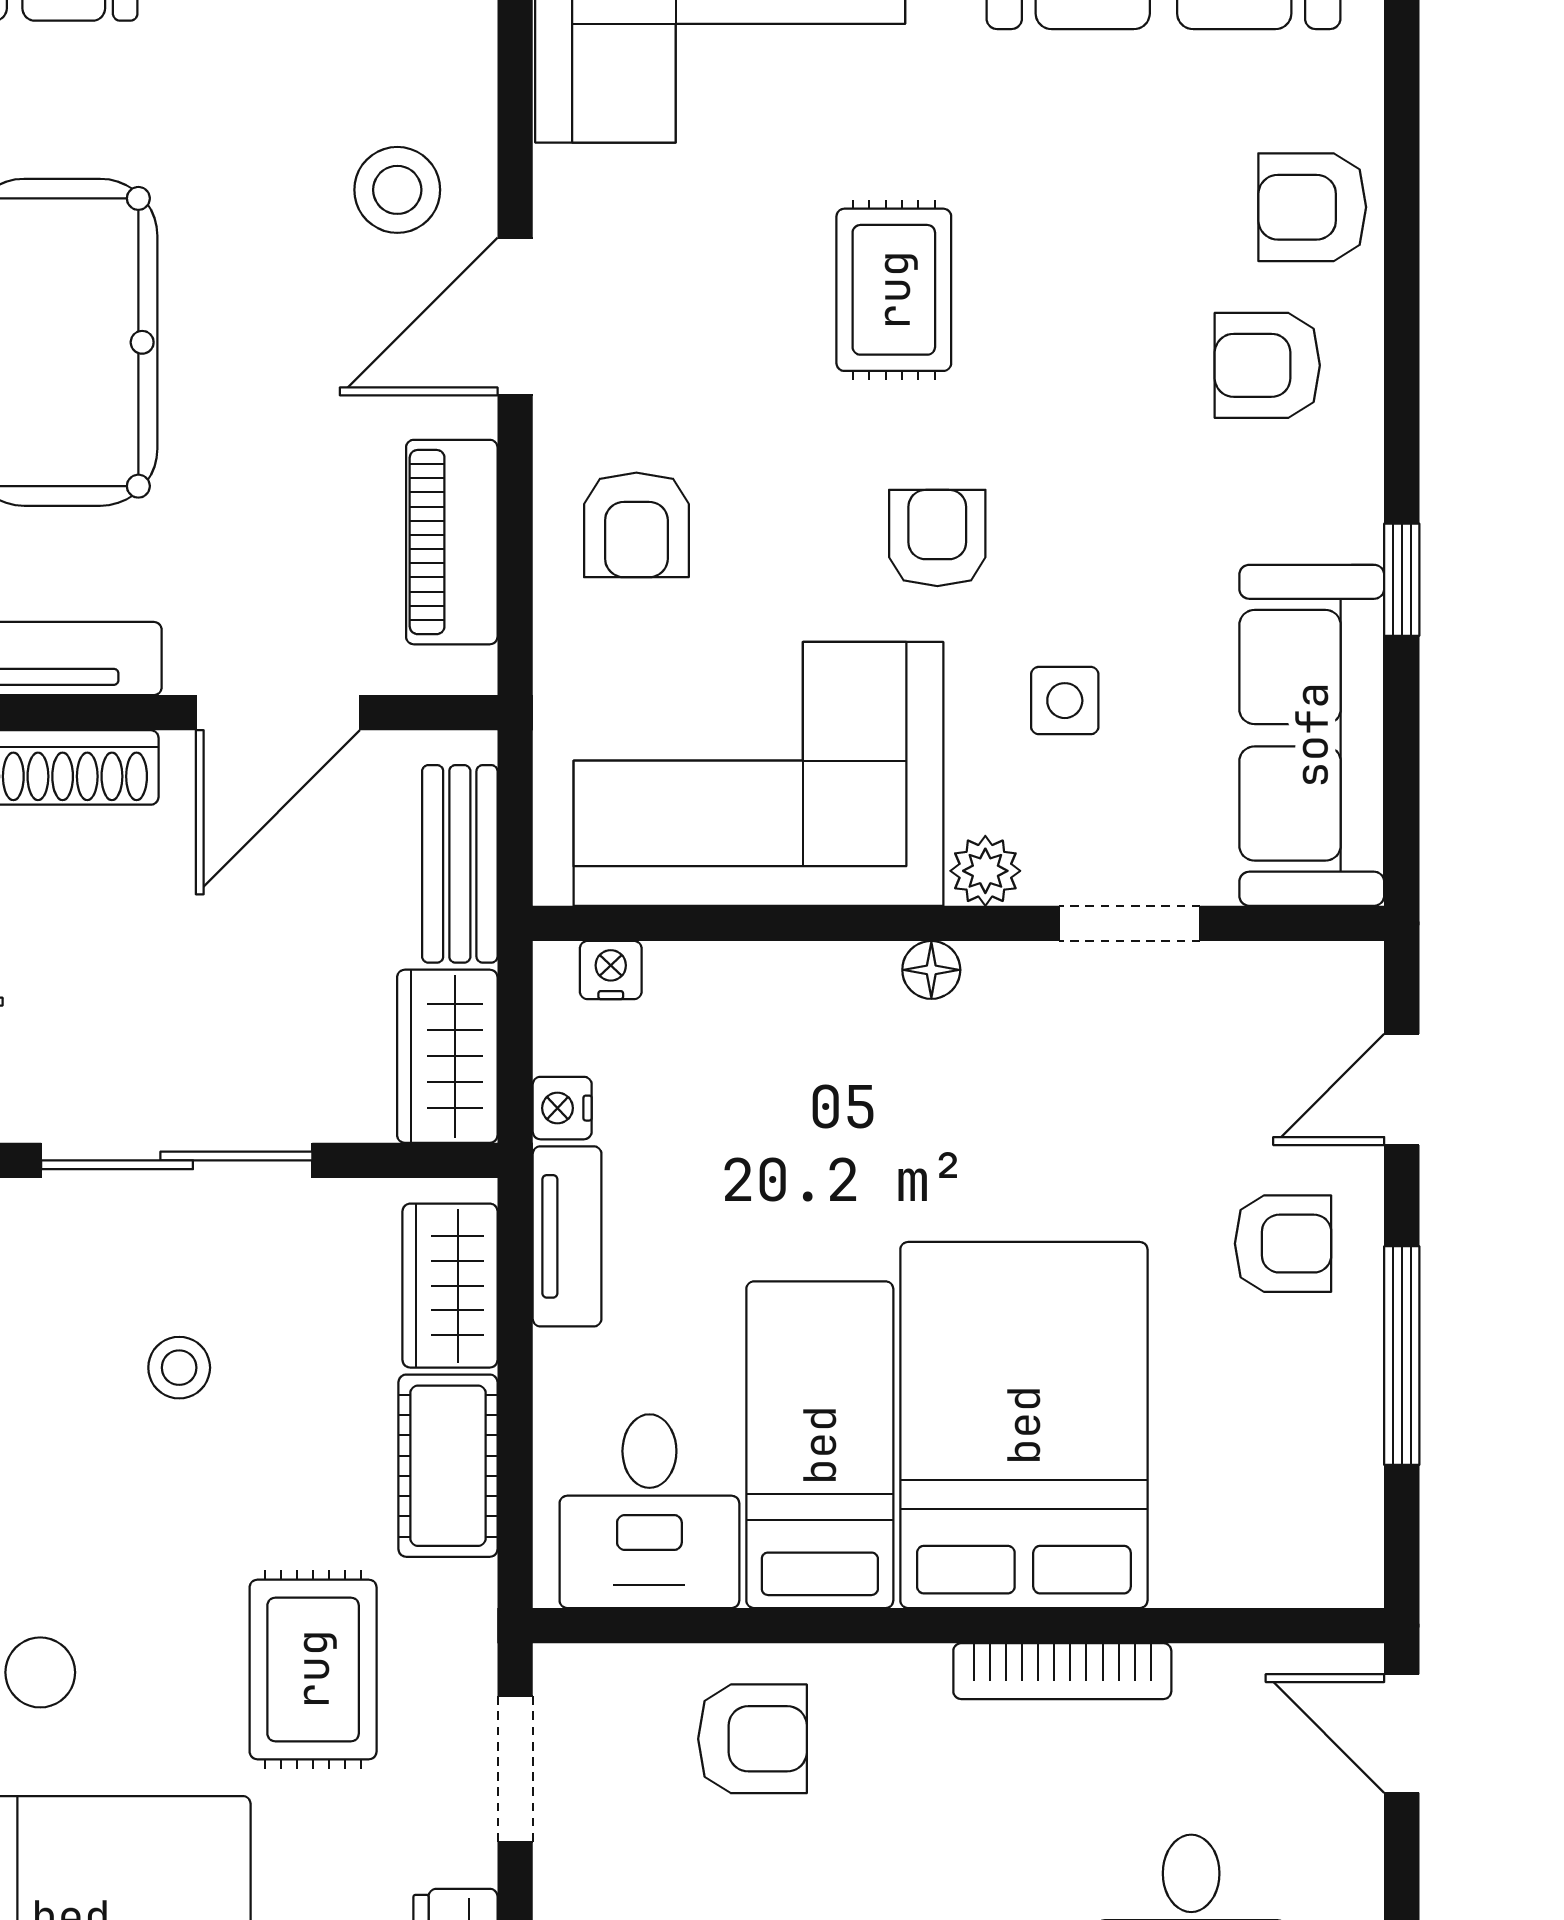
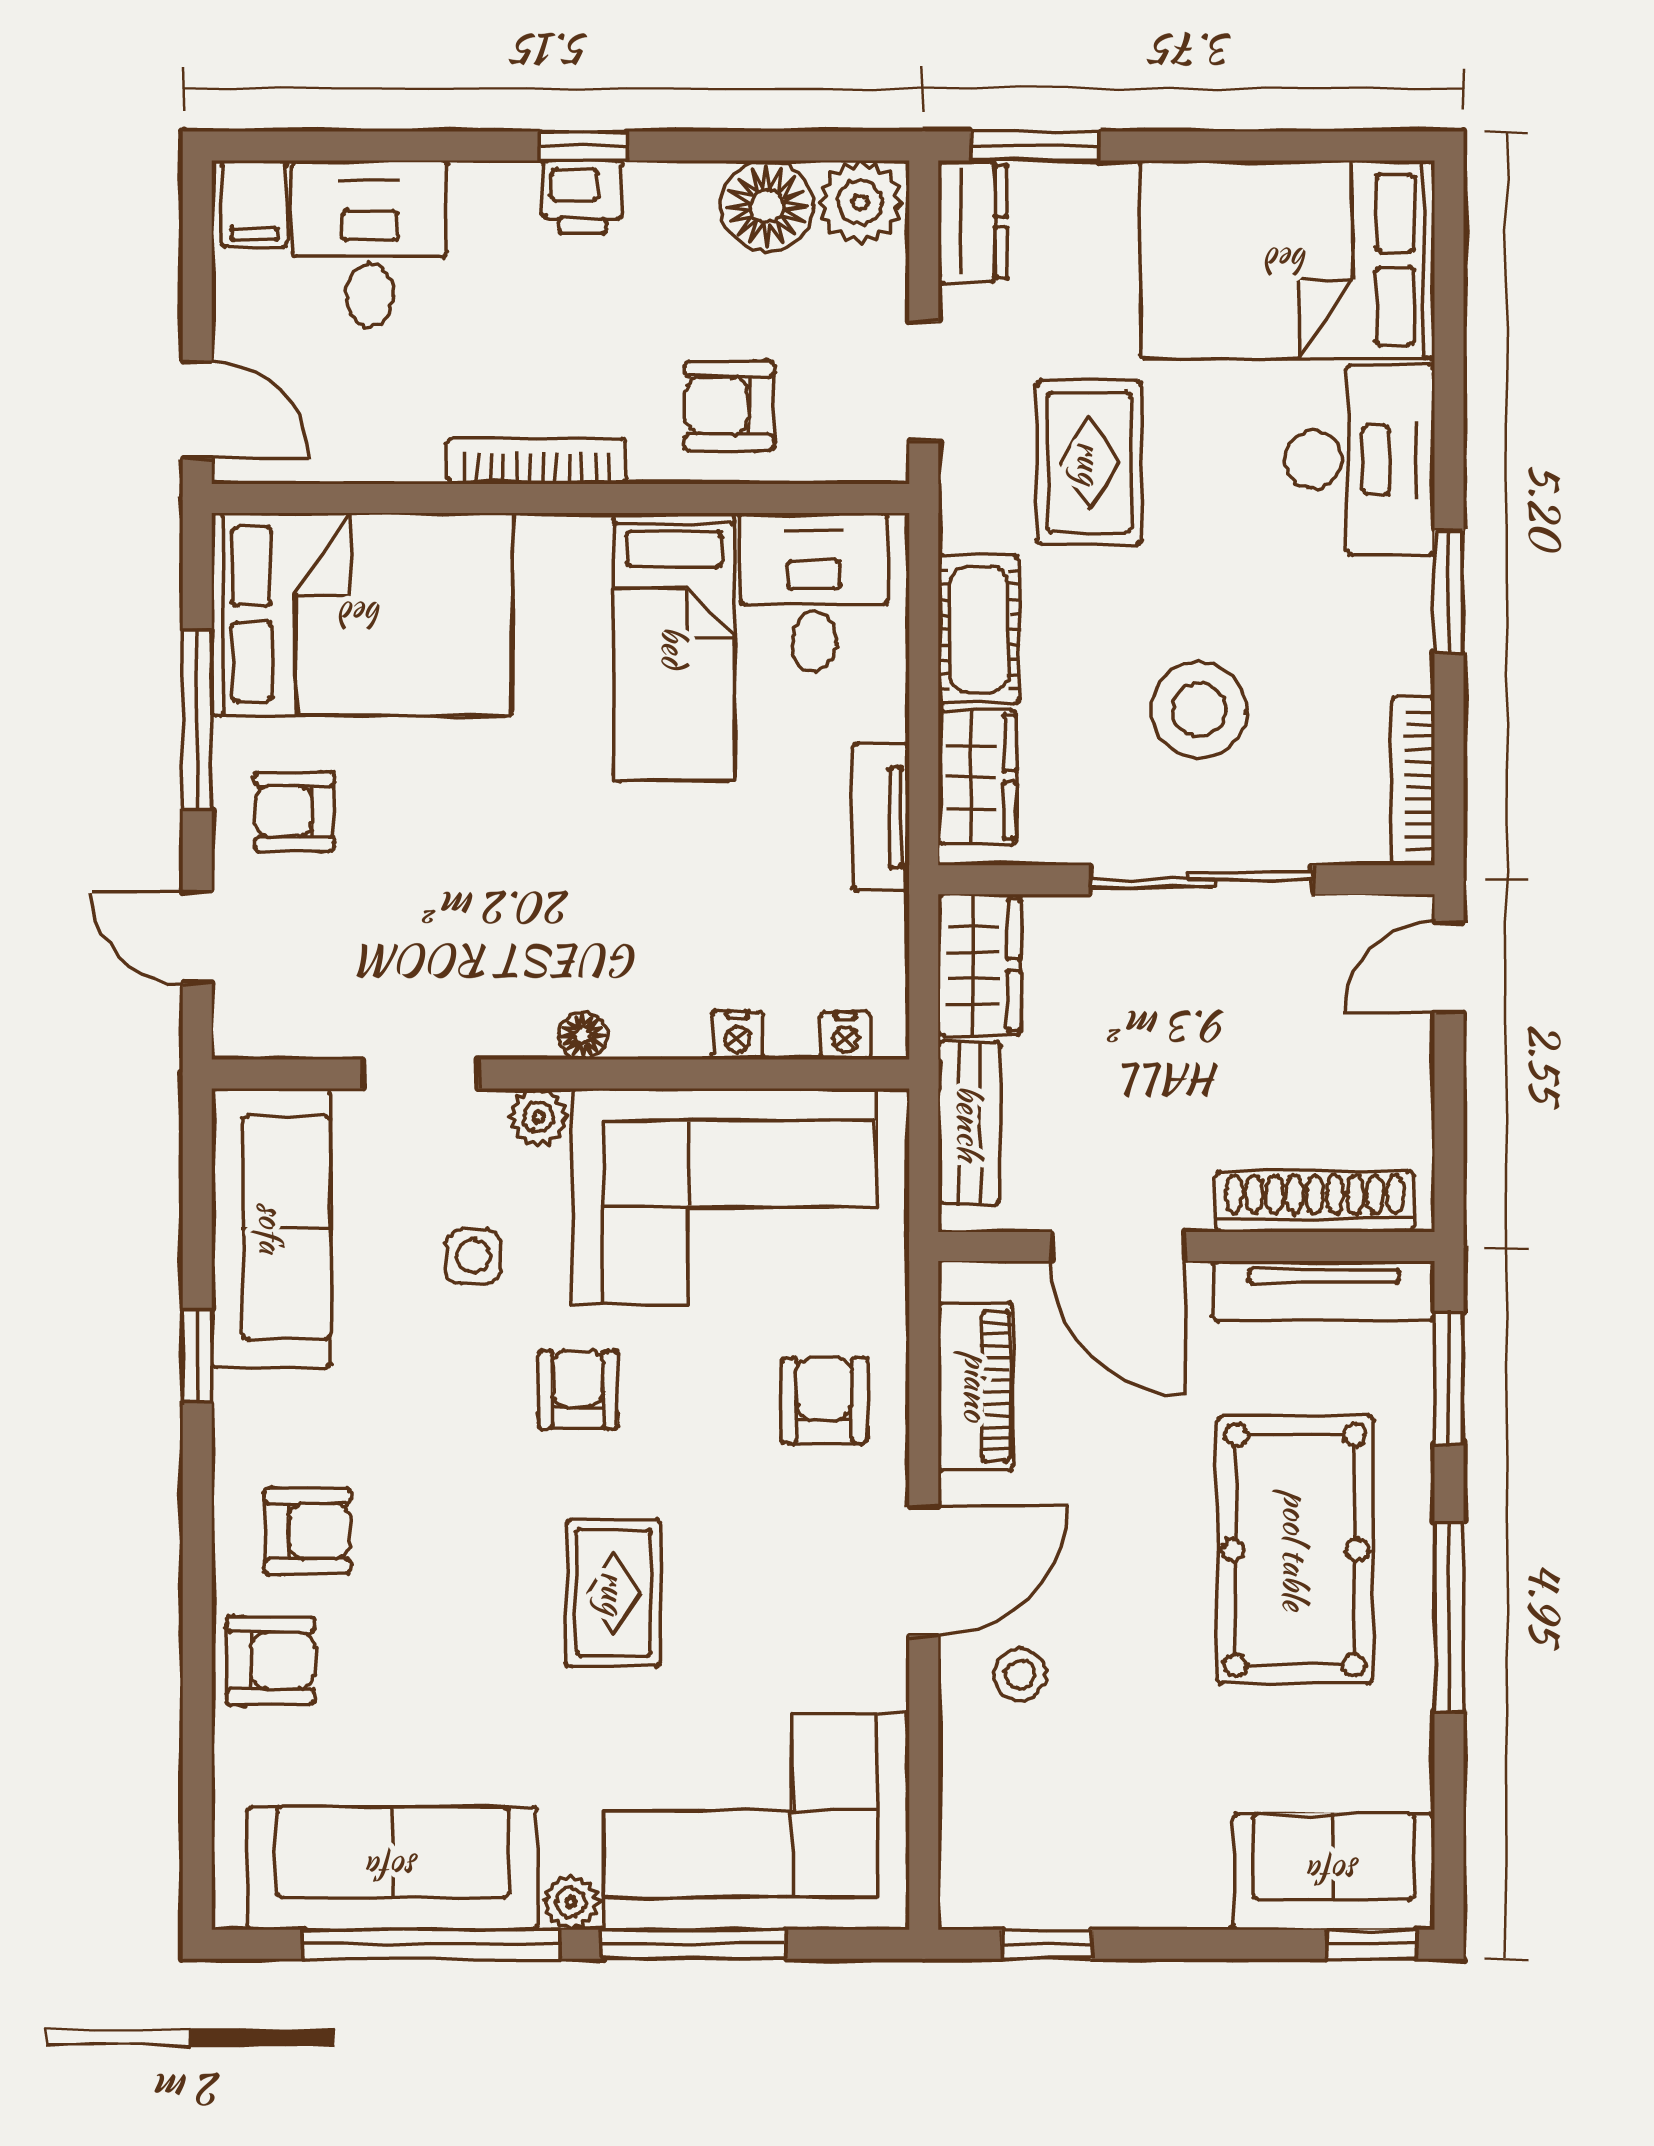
stool: (397, 190) -> (1020, 1675), width x0.73, depth x0.73
armchair: (937, 538) -> (578, 1390), turned 180
door: (278, 713) -> (1118, 1247), swing flipped
door: (1402, 1089) -> (197, 938), swing flipped
nightstand: (562, 1108) -> (737, 1035), moved, turned 90
stool: (179, 1368) -> (1199, 710), width x1.89, depth x1.89
bed: (1024, 1425) -> (362, 614), moved, turned -90
bookcase: (1062, 1671) -> (537, 461), moved

